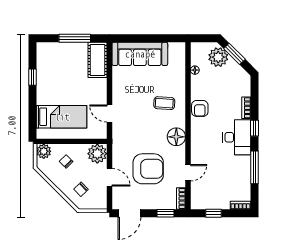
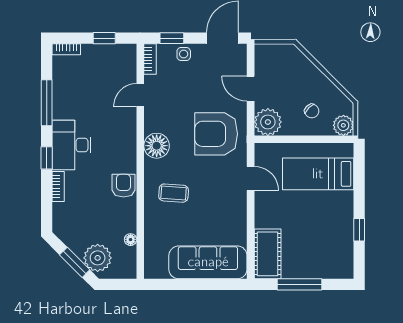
armchair: (148, 169) -> (216, 134), moved
chair: (81, 189) -> (291, 72), removed
side table: (157, 202) -> (184, 54), added

